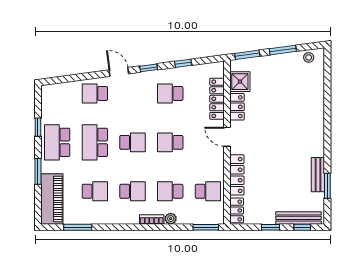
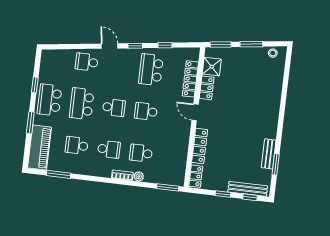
school desk: (170, 93) -> (151, 70), width x1.85
school desk: (95, 191) -> (77, 145), turned 180
school desk: (208, 191) -> (173, 157), removed

